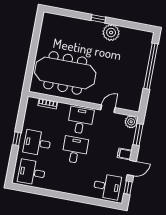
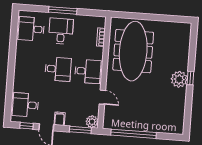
plant: (111, 33) -> (179, 79), moved
window: (151, 66) -> (134, 134), moved
window: (17, 139) -> (63, 10), width x2.17
desk: (32, 172) -> (31, 29), turned -90
desk: (107, 186) -> (25, 105), turned 90

